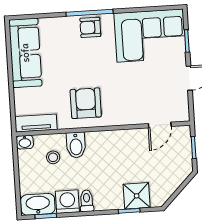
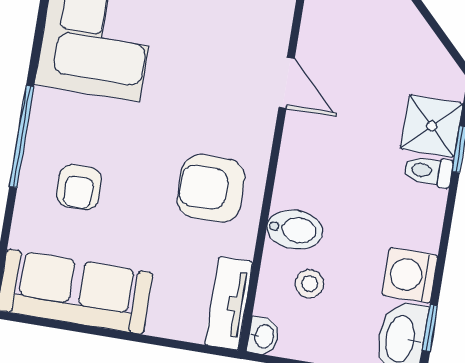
armchair: (90, 27) -> (79, 187), moved
door: (160, 125) -> (287, 83), moved
toilet: (87, 201) -> (428, 171), moved

